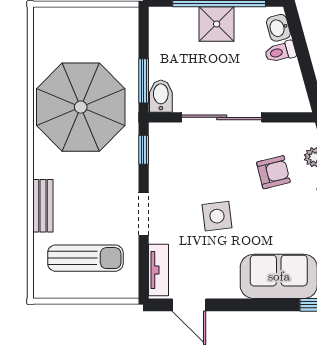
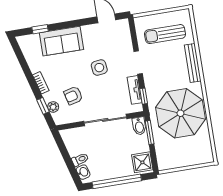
shower: (217, 24) -> (142, 162), moved
bench: (43, 206) -> (193, 63), width x1.36
tv unit: (159, 270) -> (135, 90), moved

